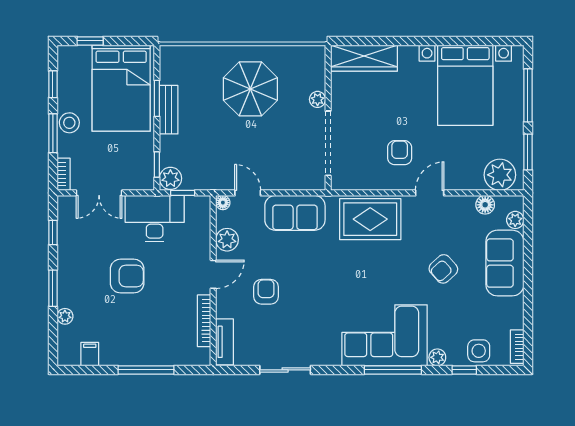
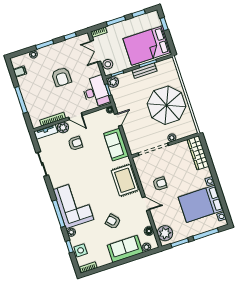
parasol: (250, 89) -> (166, 105), width x1.36, depth x1.36
stool: (69, 123) -> (108, 64), moved
desk: (155, 219) -> (96, 92), moved
plant: (227, 240) -> (63, 127), moved

